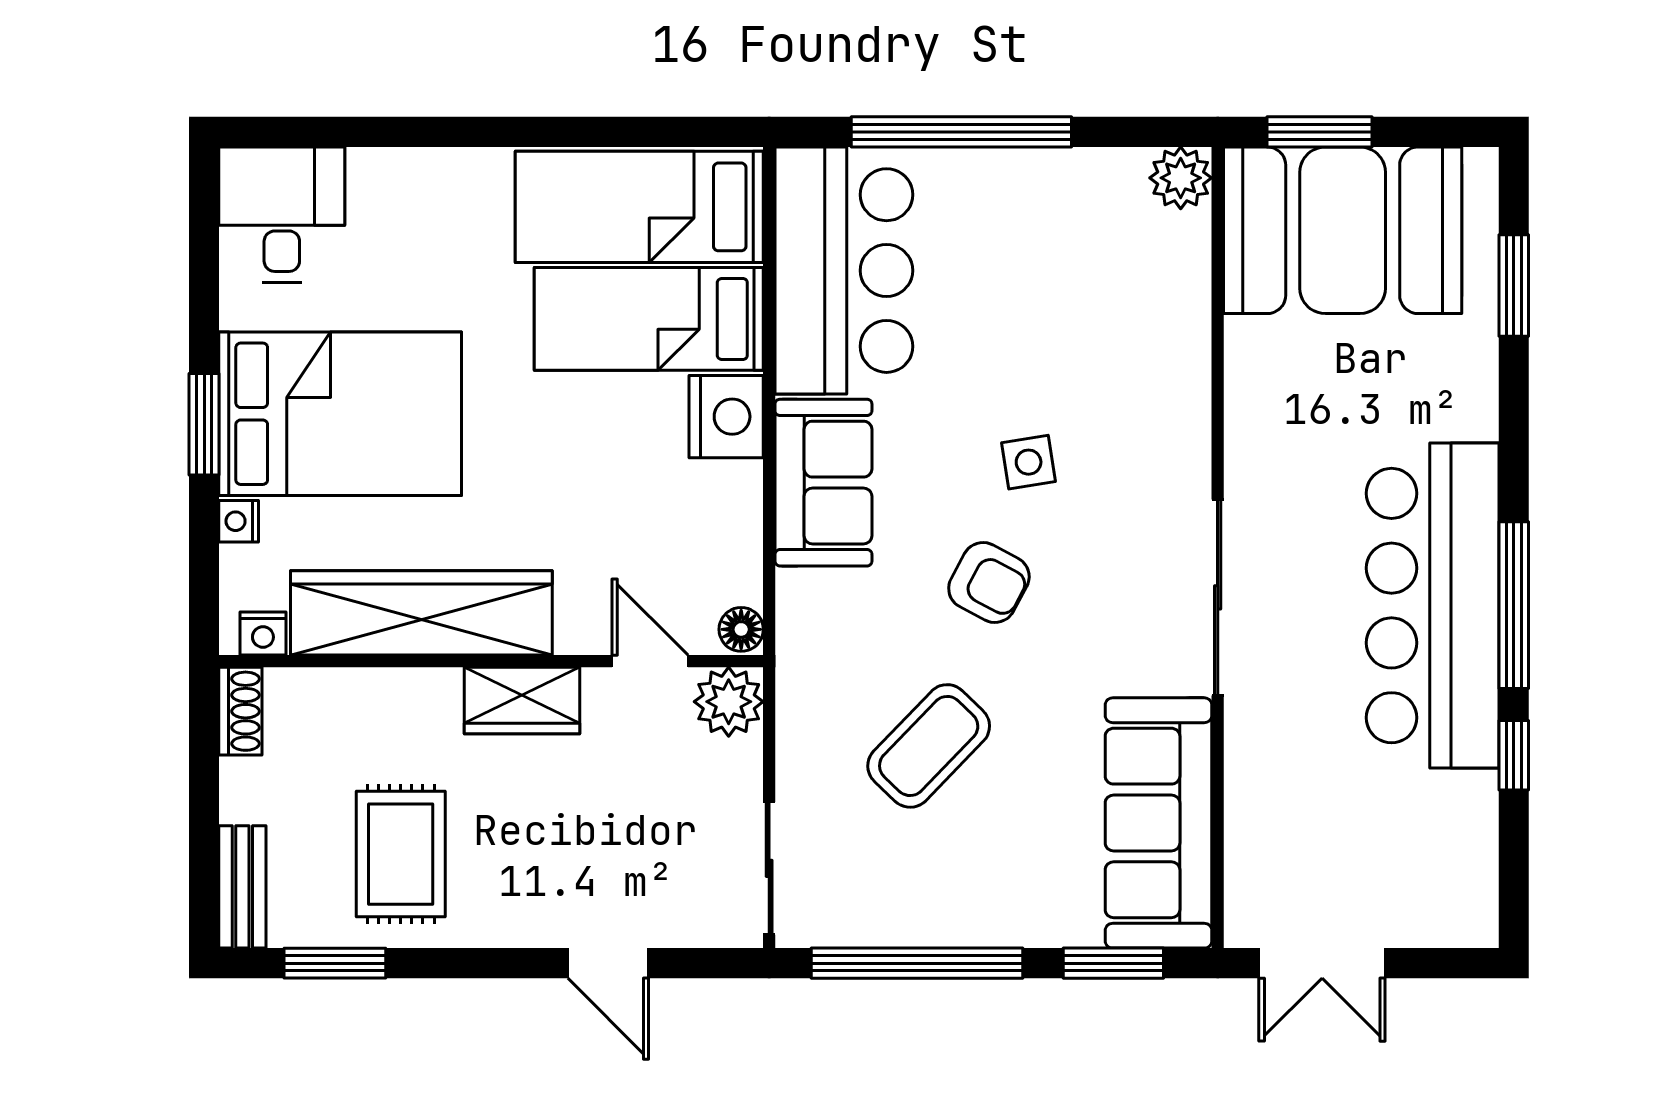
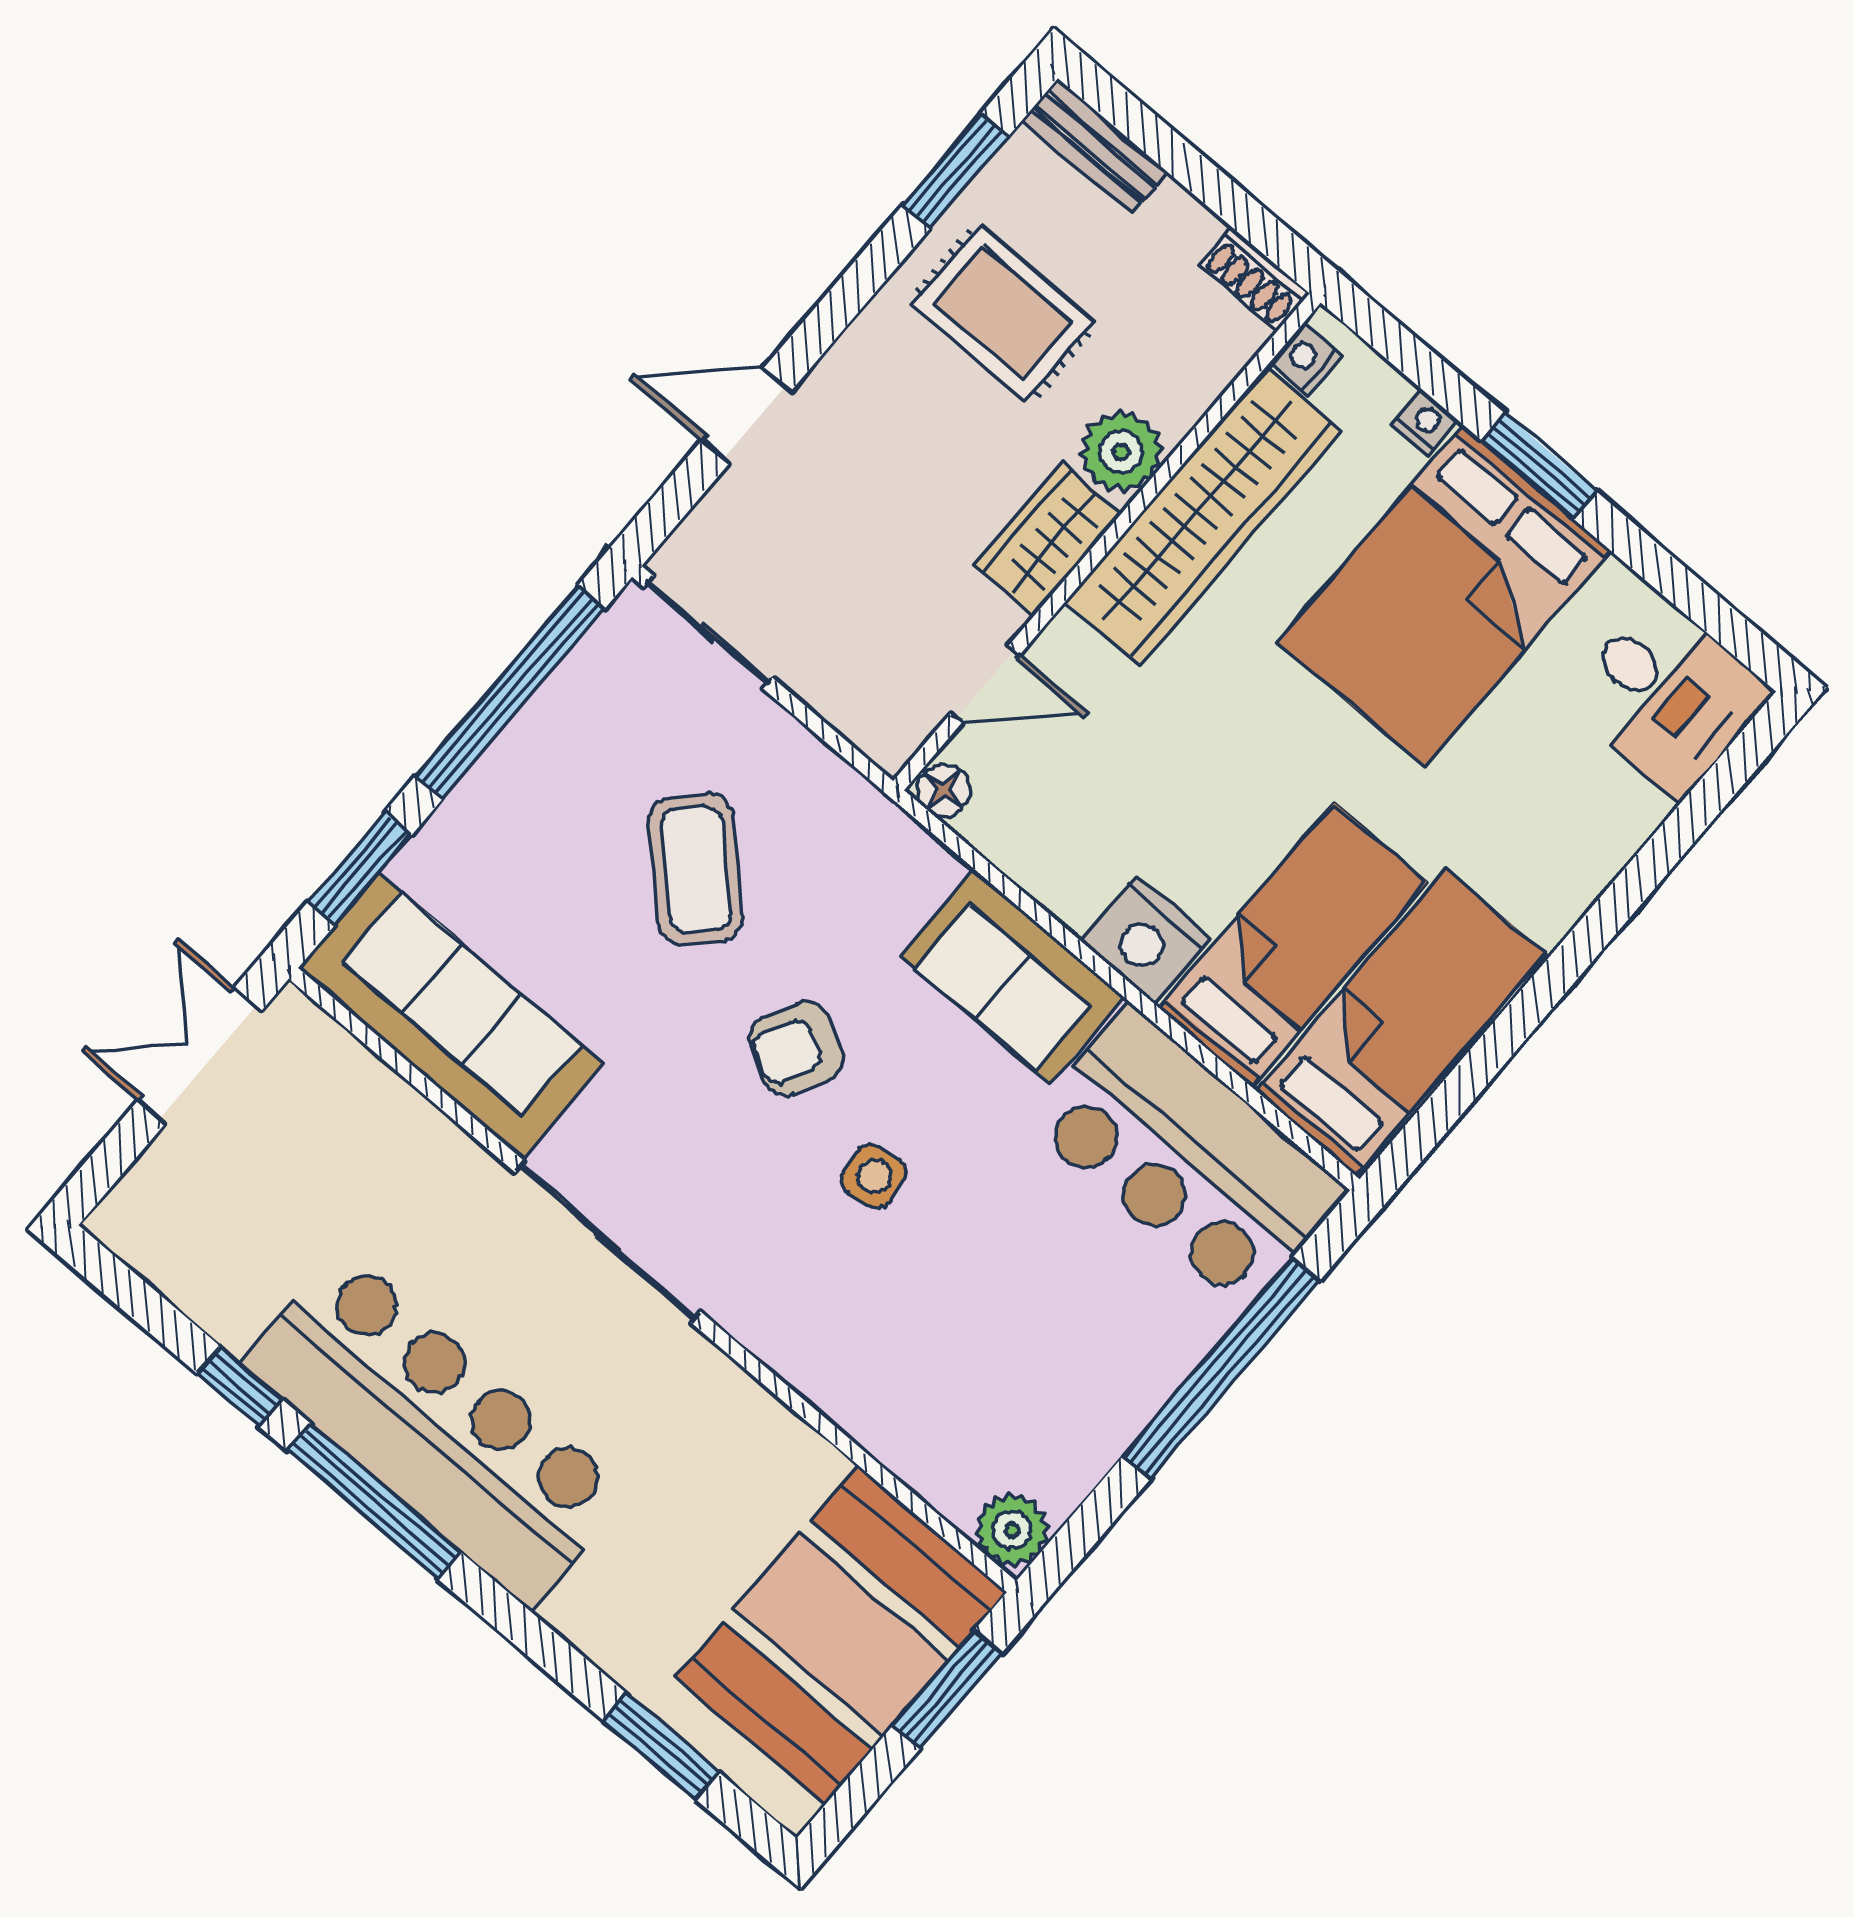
plant: (729, 702) -> (1121, 452), moved

